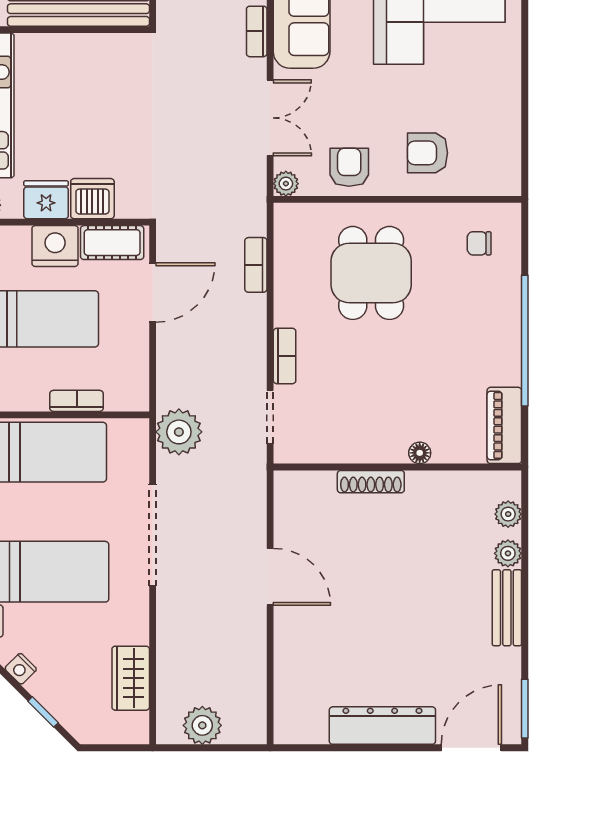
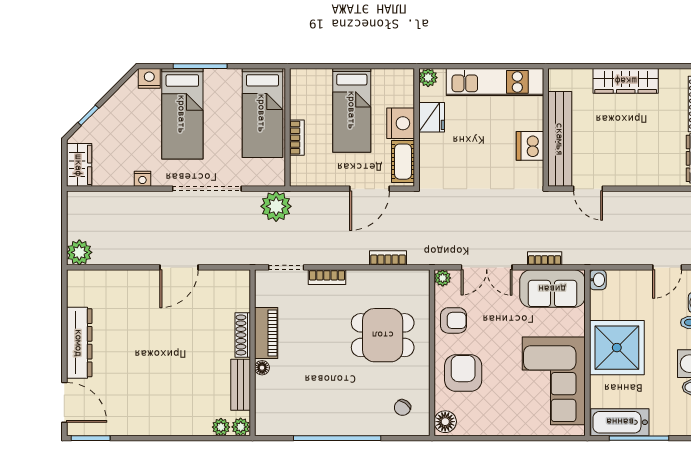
armchair: (428, 153) -> (463, 373), width x1.38, depth x1.38
floor lamp: (500, 180) -> (445, 422), added
dishwasher: (92, 199) -> (530, 146), moved, turned 180
chair: (479, 243) -> (402, 408), turned -144
door: (153, 292) -> (370, 189), hinge flipped
piano: (504, 425) -> (266, 333), moved, turned 90
plant: (508, 553) -> (241, 427), moved
bench: (507, 608) -> (241, 385), moved, turned 90
nightstand: (21, 669) -> (142, 179), moved, turned -135
wardrobe: (131, 678) -> (79, 165), moved, turned 90
plant: (202, 725) -> (79, 252), moved

